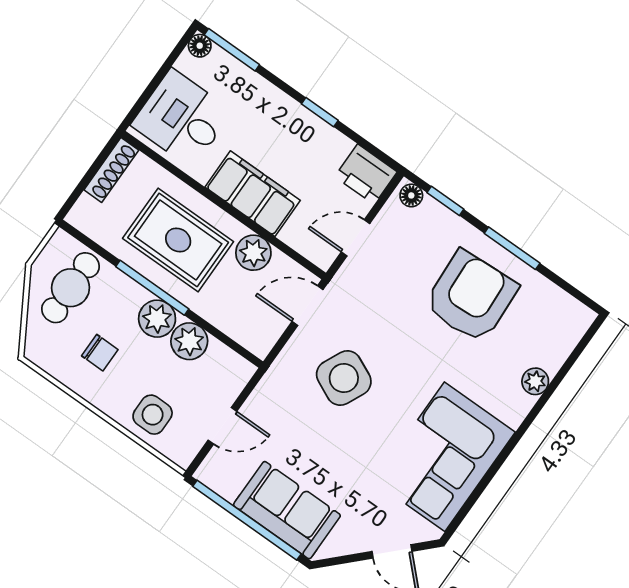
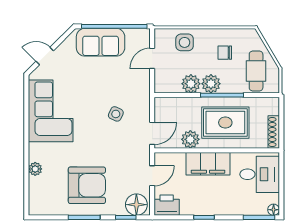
floor lamp: (411, 195) -> (136, 205), width x1.89, depth x1.89
armchair: (471, 297) -> (87, 185), turned -87
side table: (344, 378) -> (116, 114), width x0.54, depth x0.54

